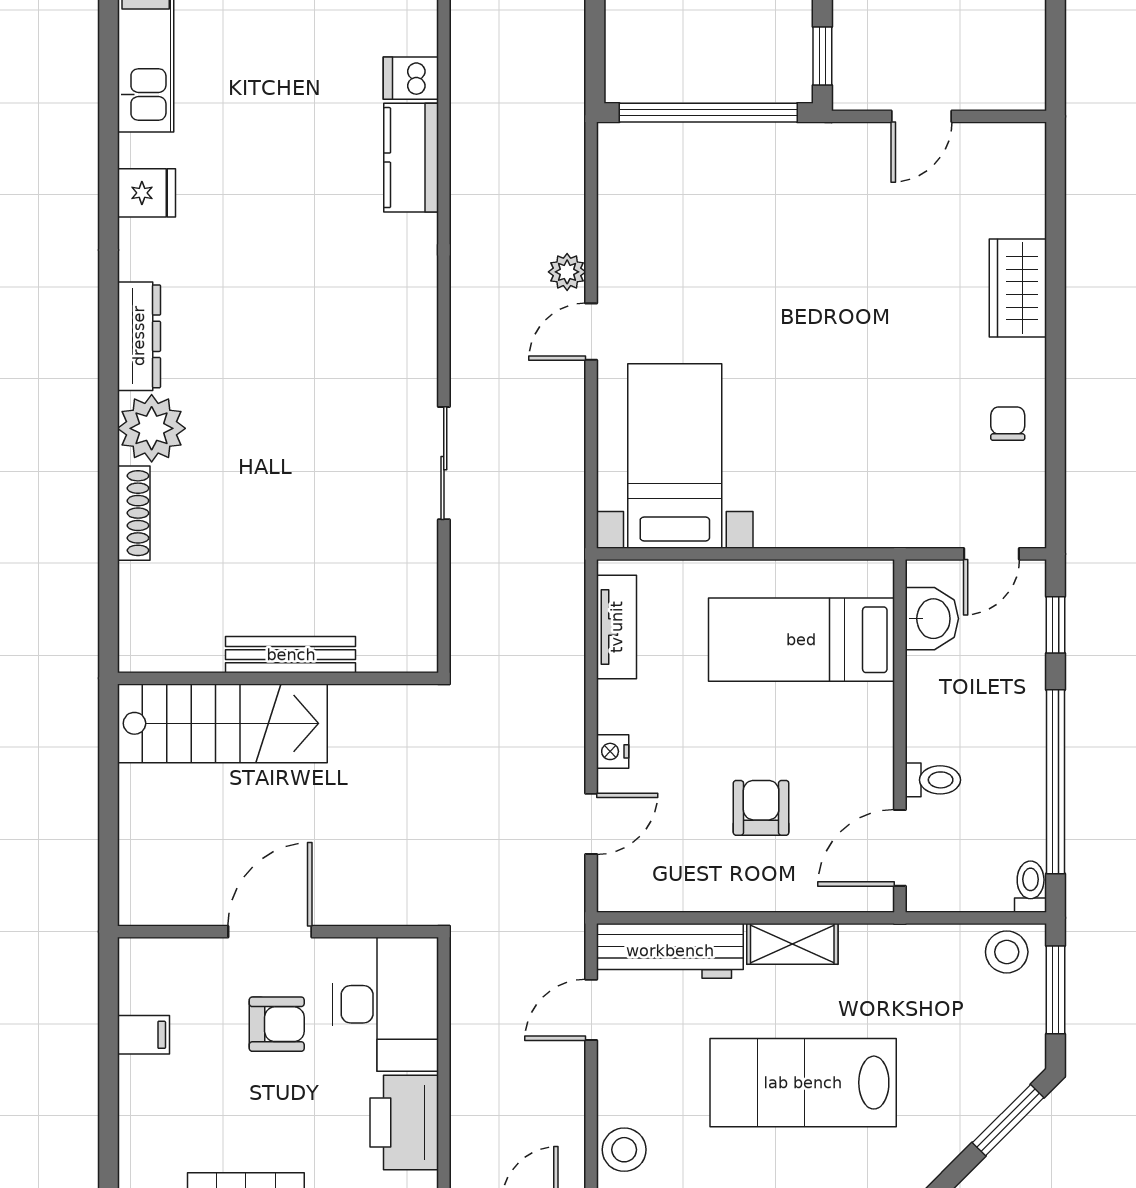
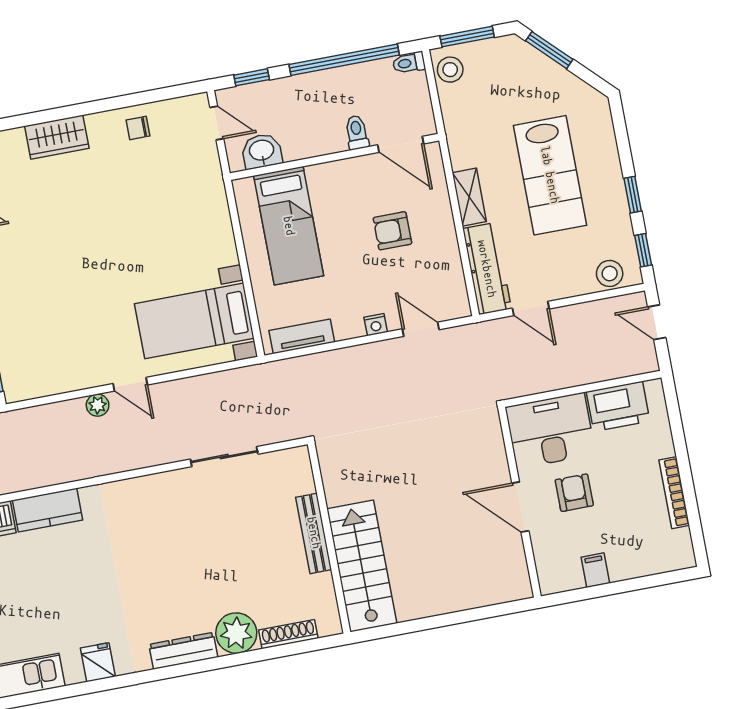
bench: (291, 655) -> (314, 533), moved
wall: (278, 678) -> (329, 538), moved
stairs: (222, 723) -> (362, 566), moved

